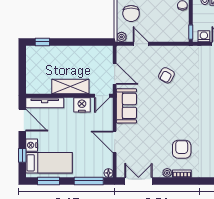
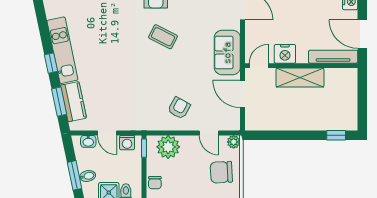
chair: (131, 13) -> (221, 172), turned -93
plant: (172, 33) -> (168, 147), added
armchair: (166, 75) -> (179, 108), moved
coffee table: (176, 118) -> (163, 37), added

